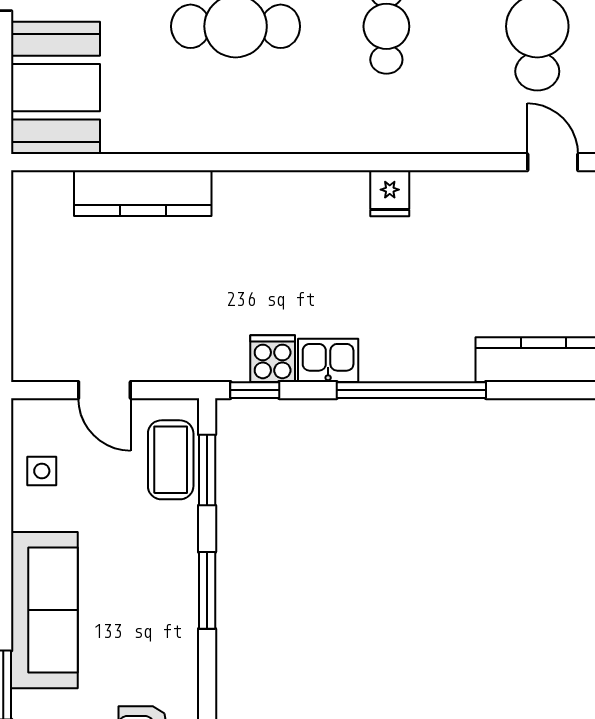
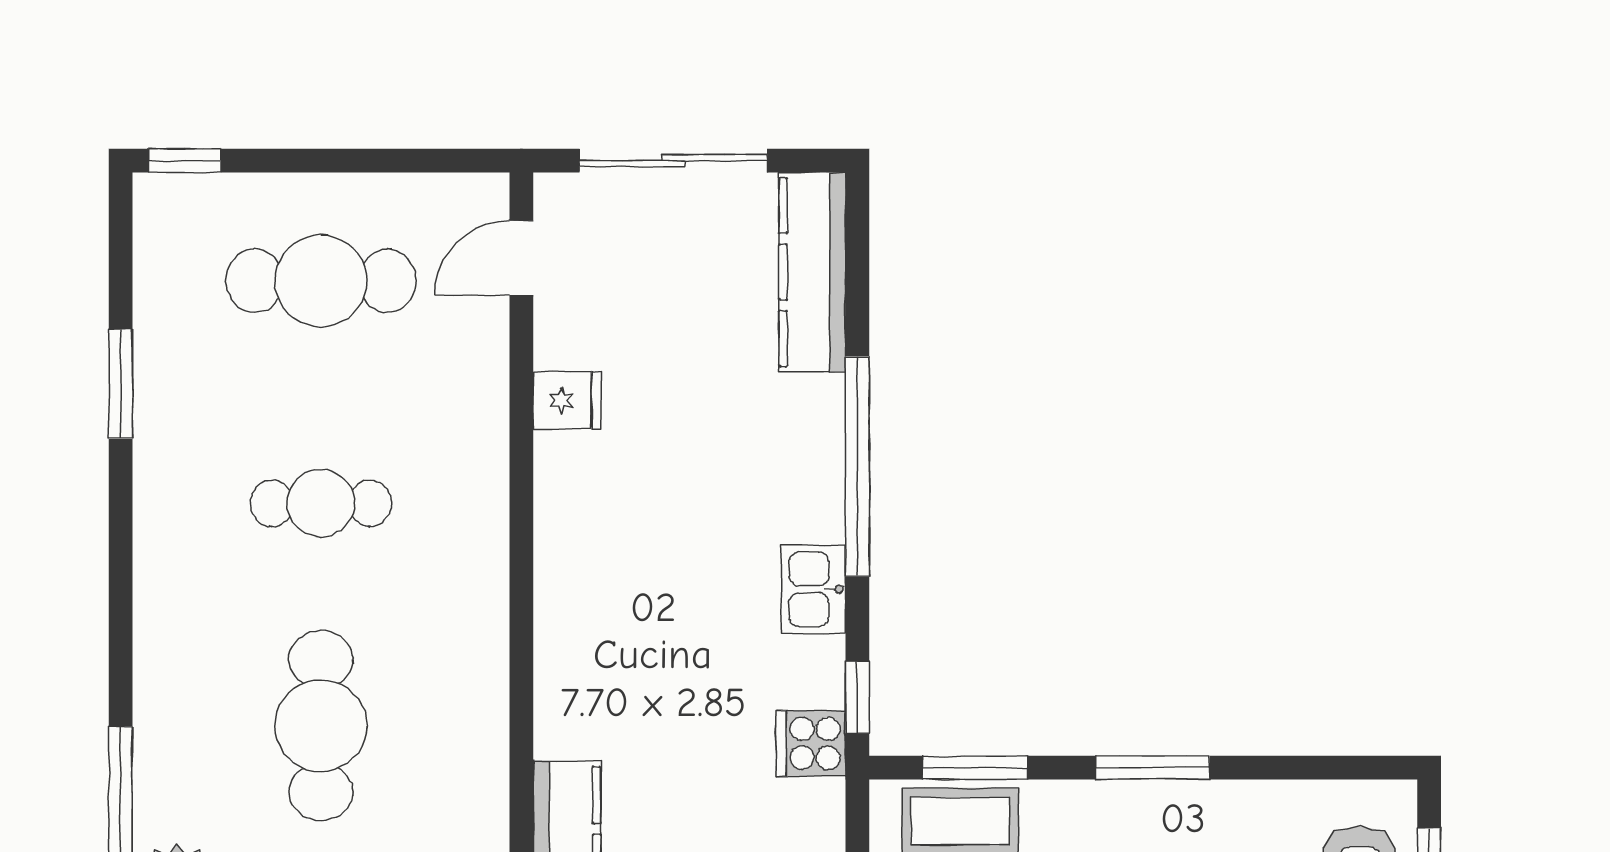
fridge: (390, 193) -> (567, 400), moved
cooker: (273, 359) -> (811, 743), moved

